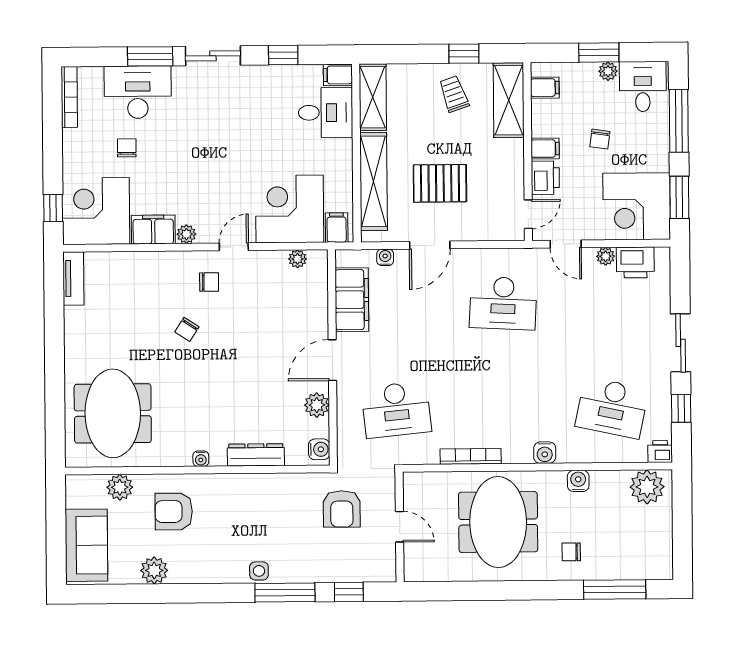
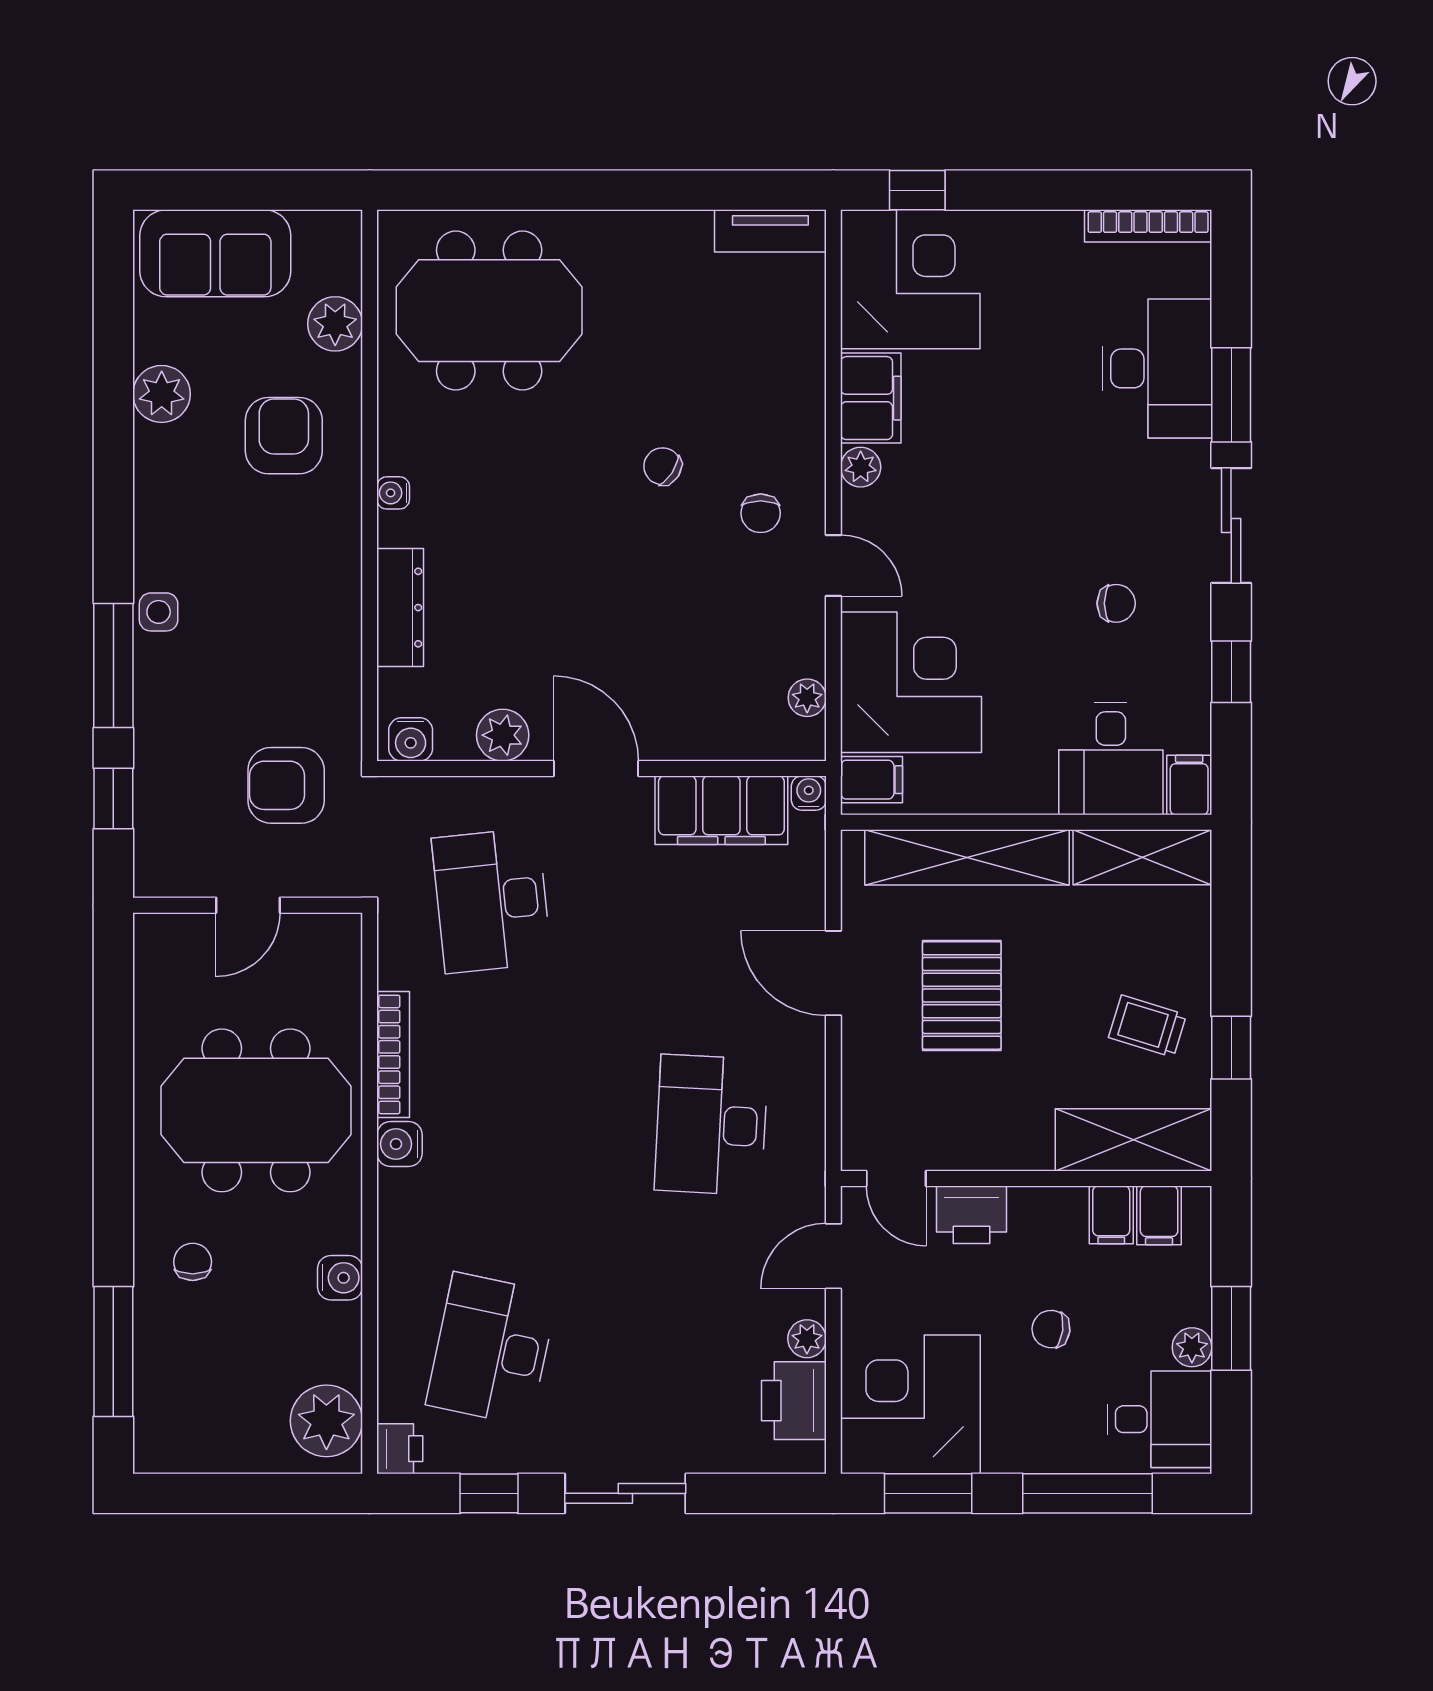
trolley: (454, 94) -> (1147, 1026), turned -144
chair: (127, 148) -> (1116, 603), moved
filing cabinet: (545, 149) -> (1111, 1215), moved
water cooler: (385, 257) -> (809, 793), moved, turned -90
water cooler: (545, 453) -> (400, 1144), moved

